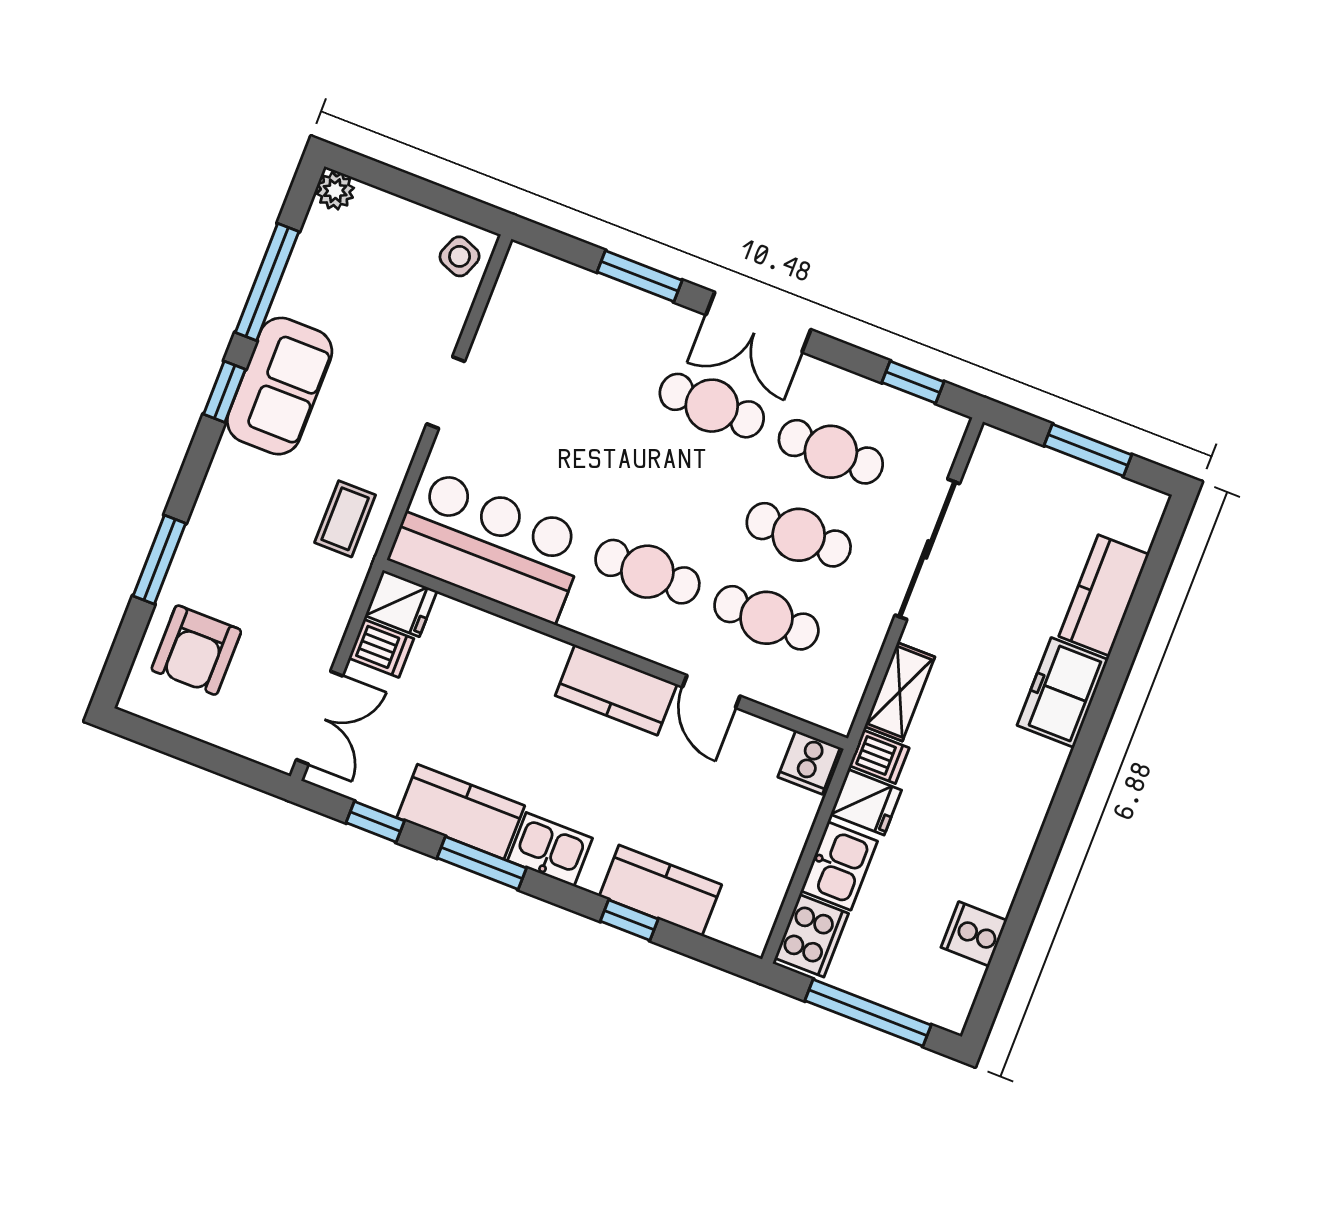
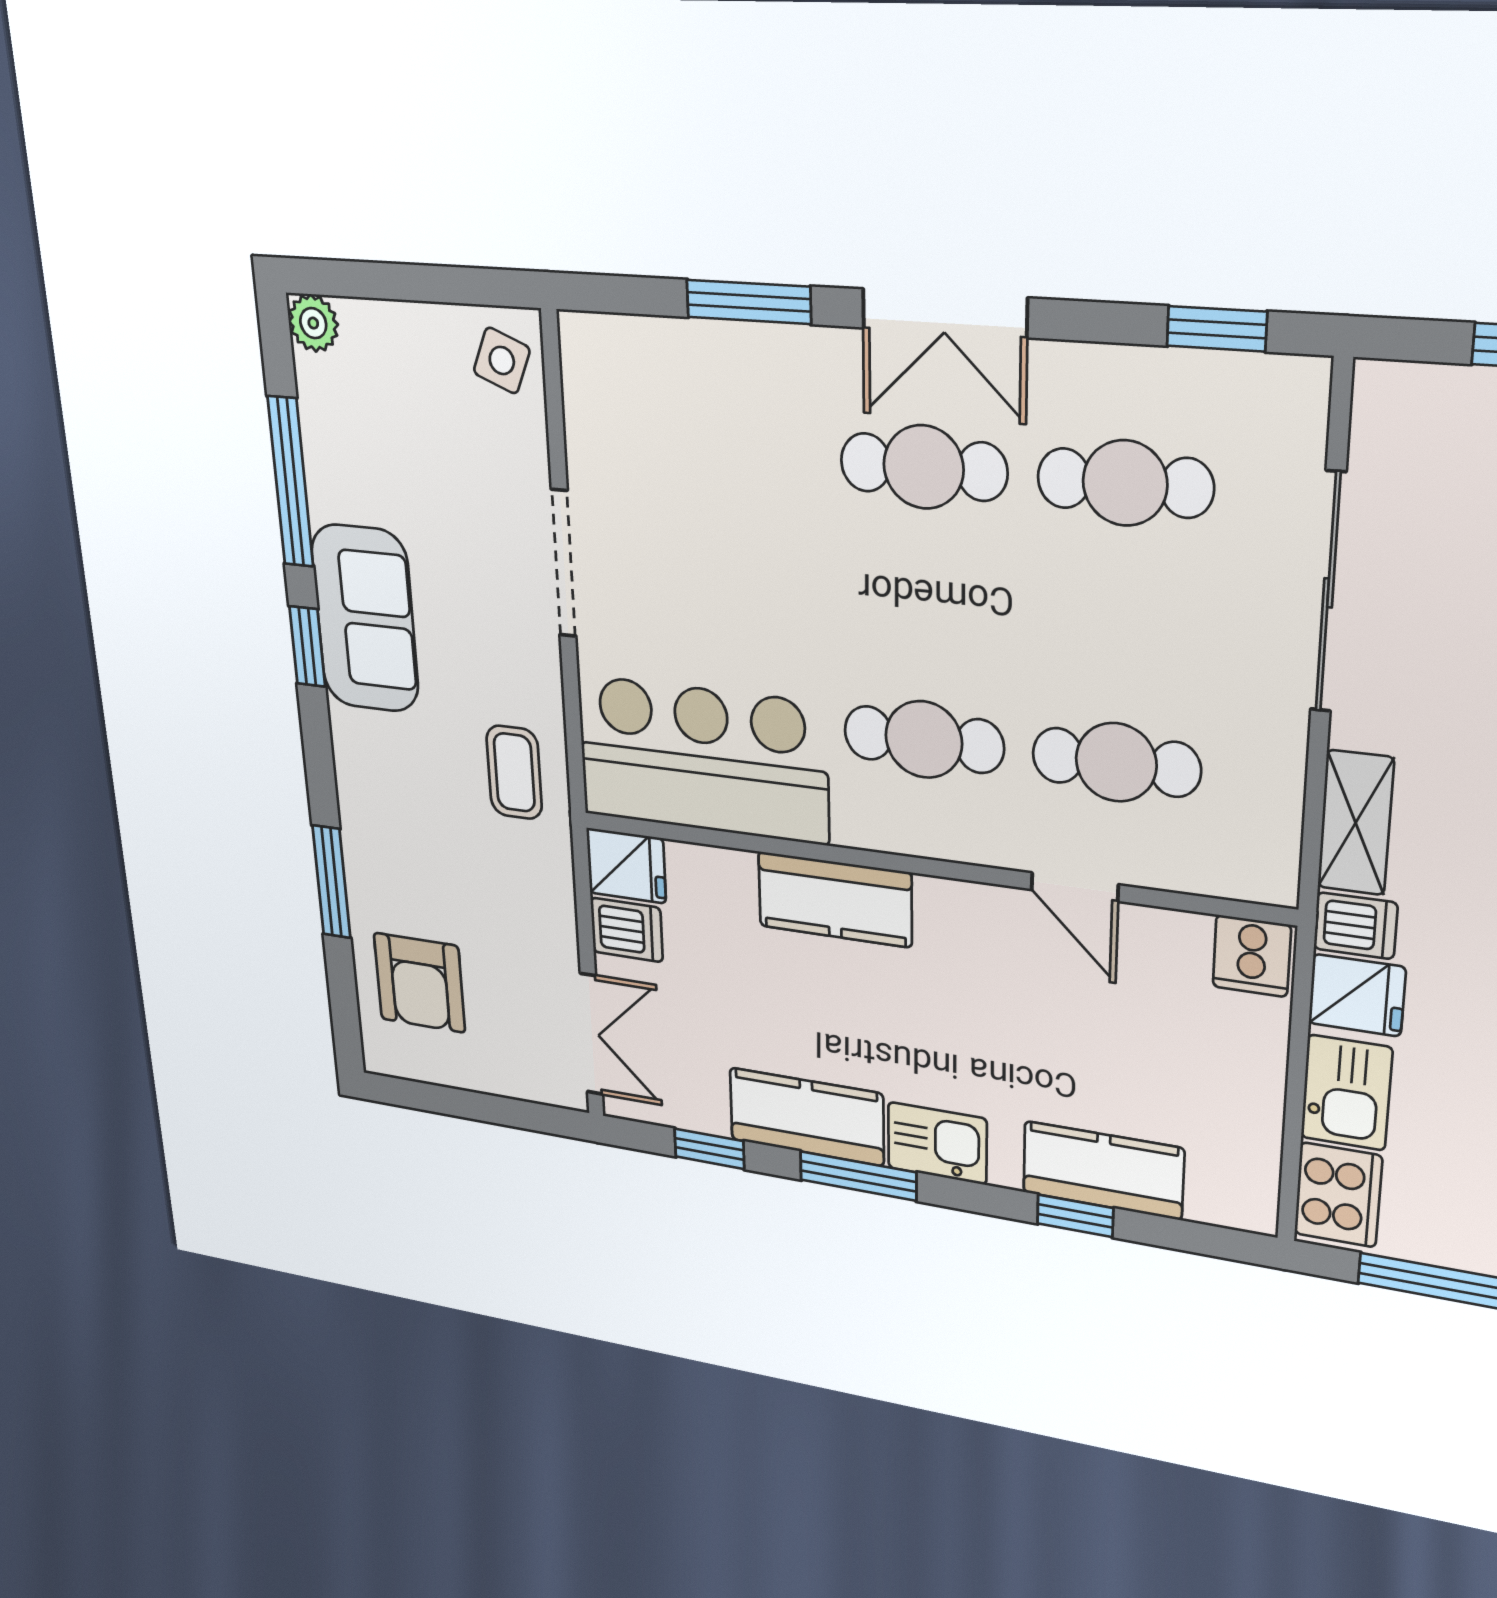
doorway: (446, 393) -> (564, 563), width x1.38
cafe table: (799, 535) -> (1121, 626), removed
kitchen counter: (616, 690) -> (835, 899), moved

